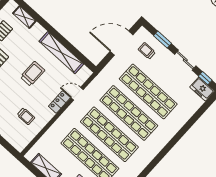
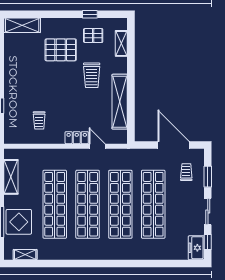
trolley: (33, 74) -> (92, 75), moved, turned 90

